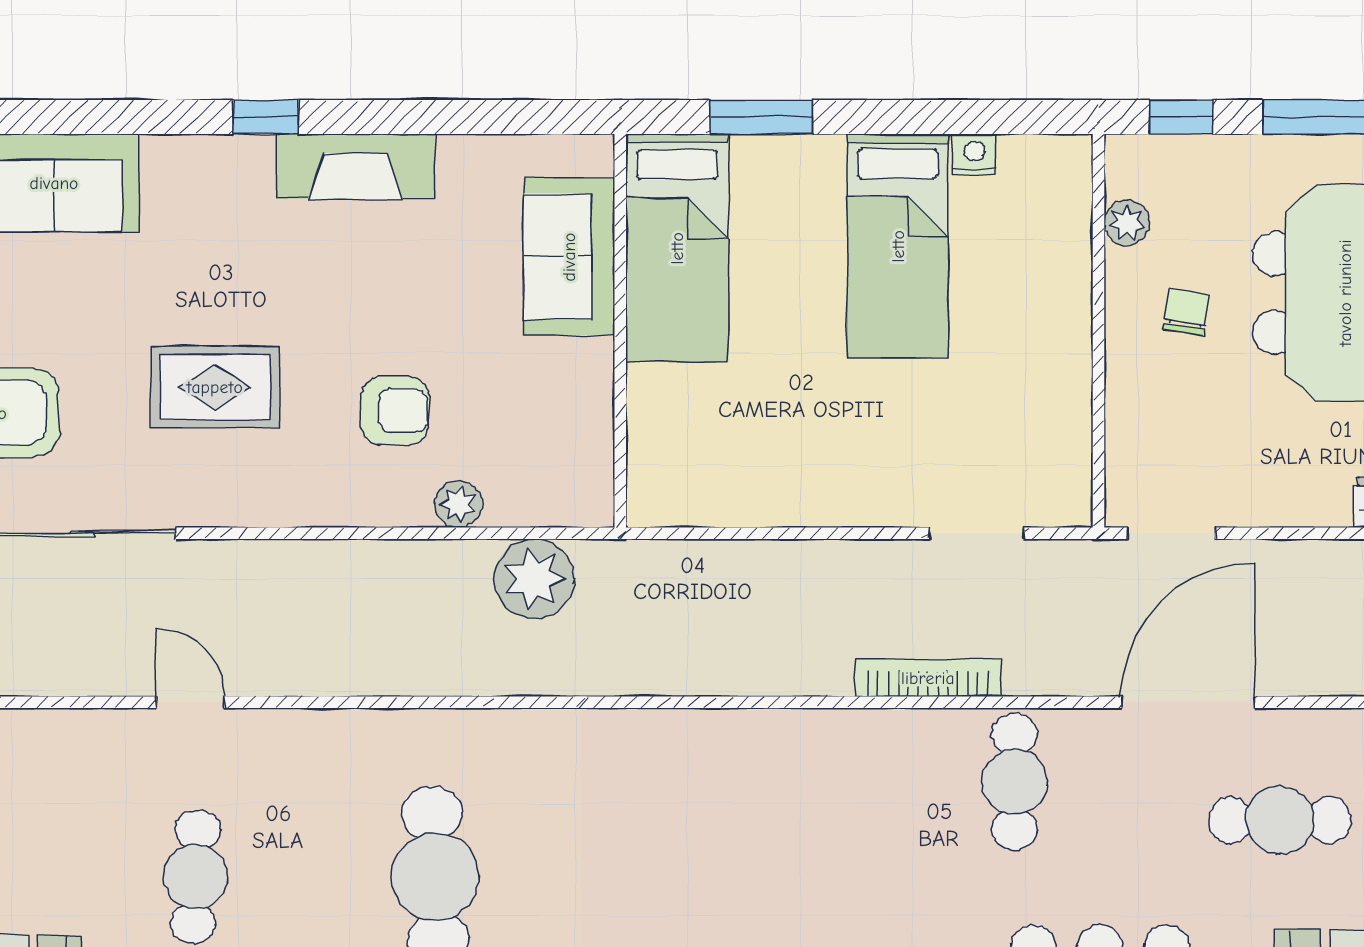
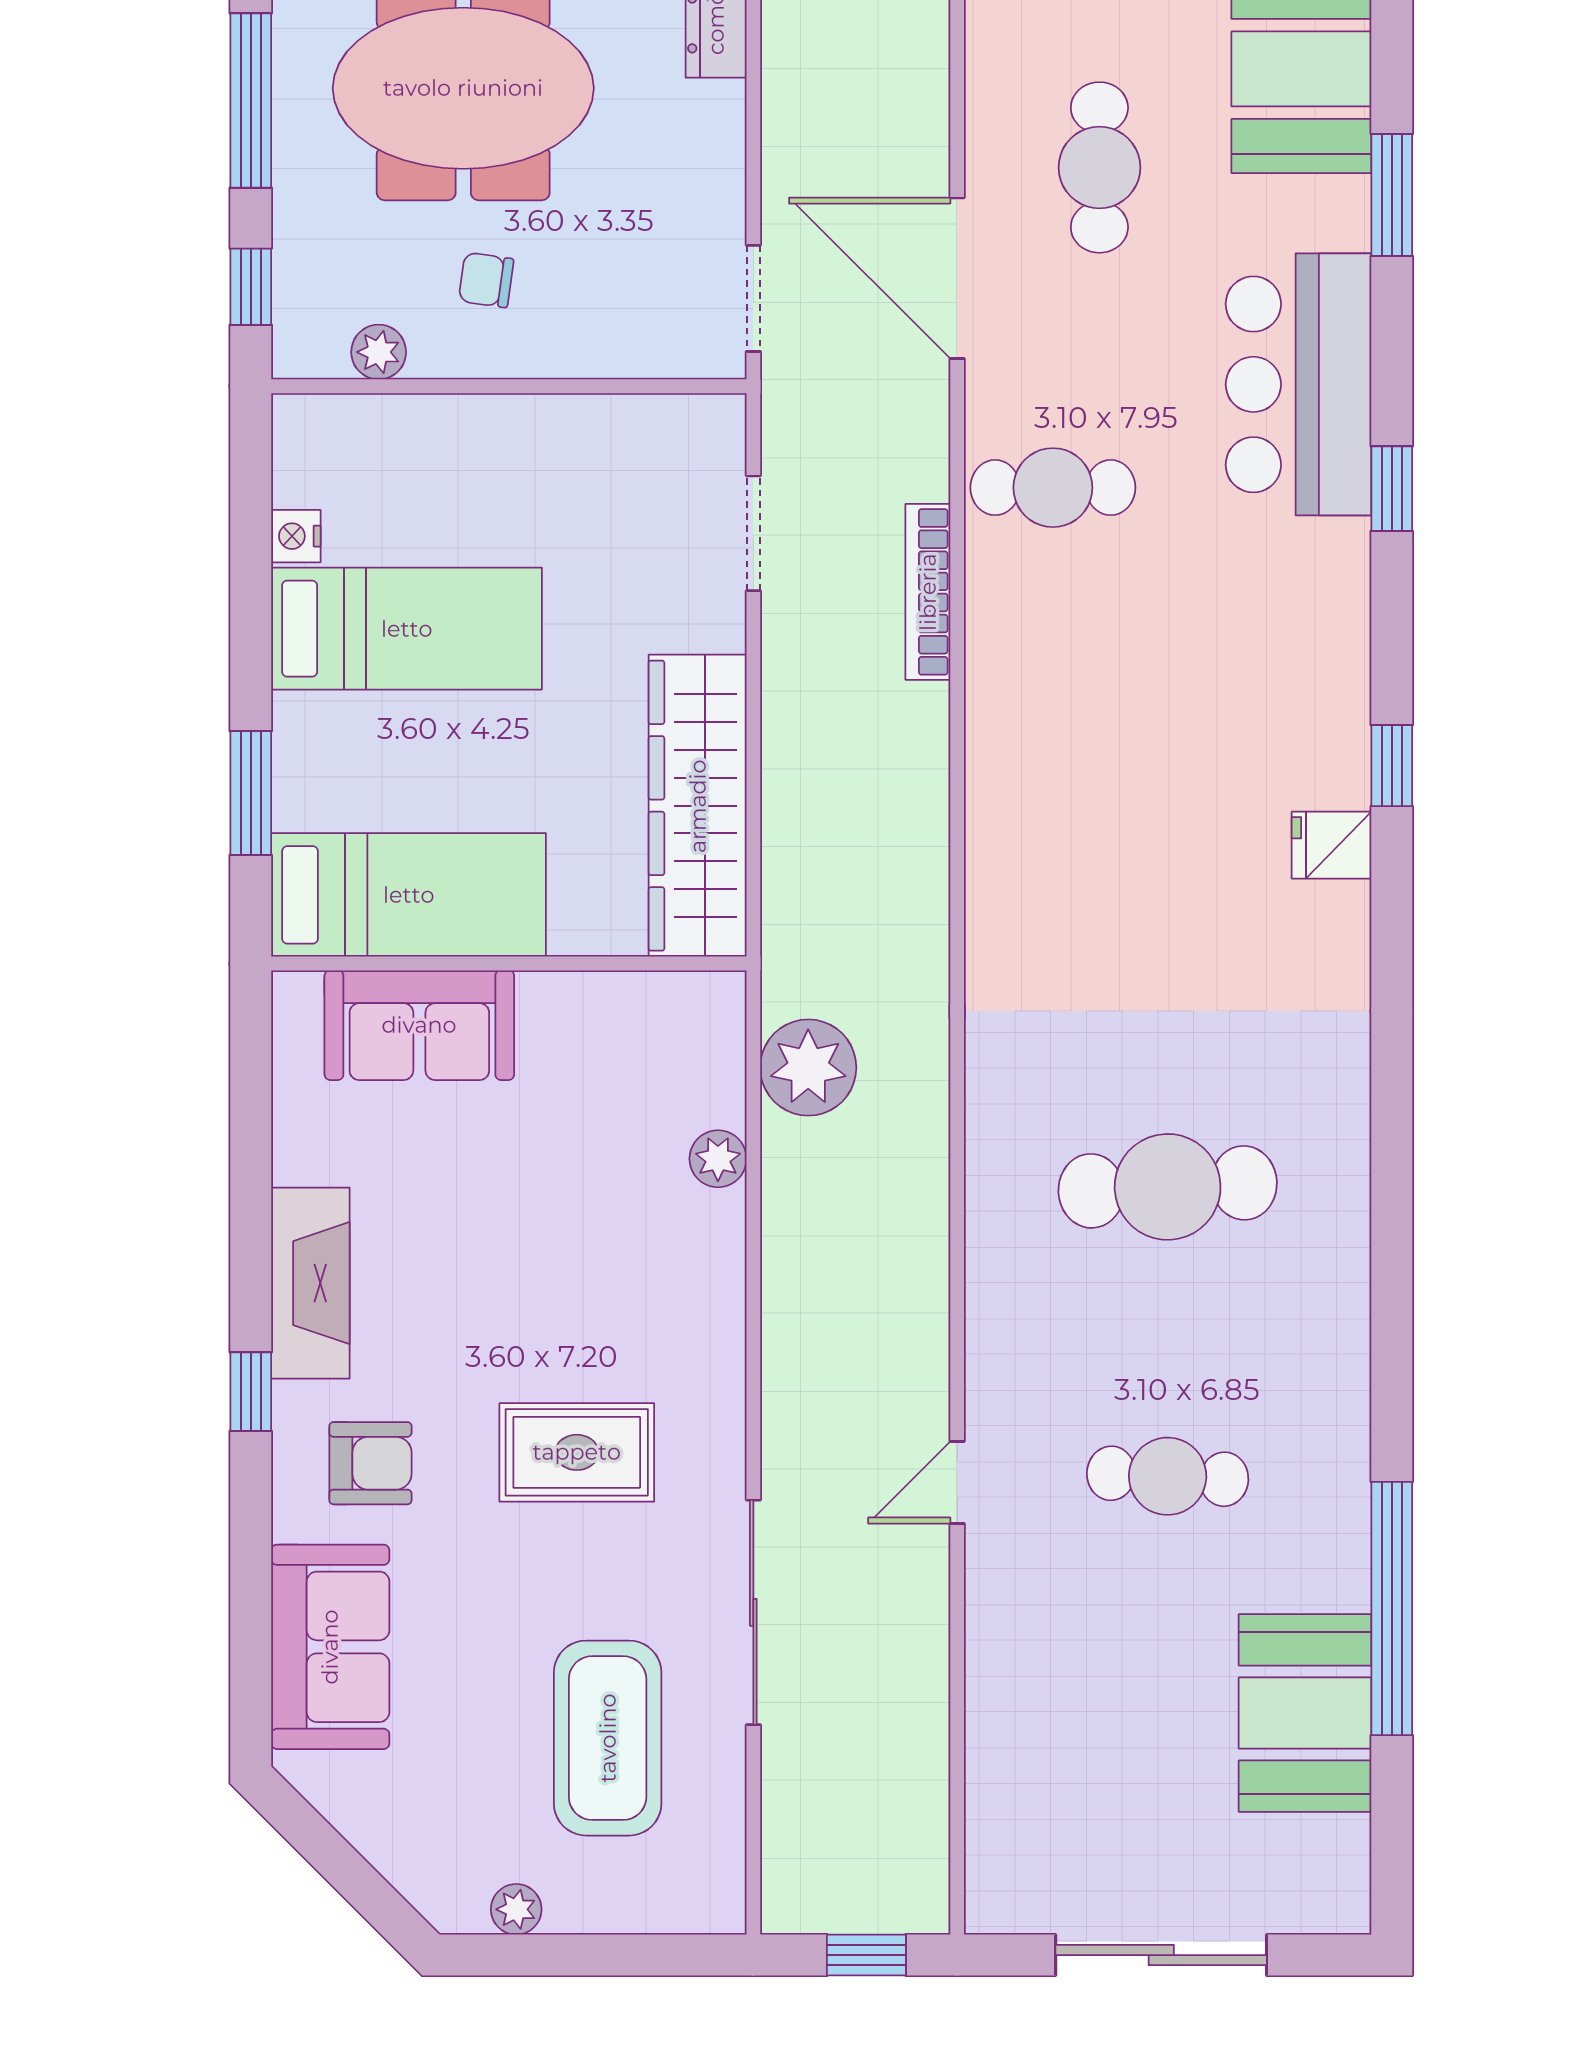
rug: (215, 387) -> (577, 1452), turned 90
armchair: (395, 411) -> (370, 1463), moved, turned 90
wardrobe: (751, 487) -> (698, 806), added

